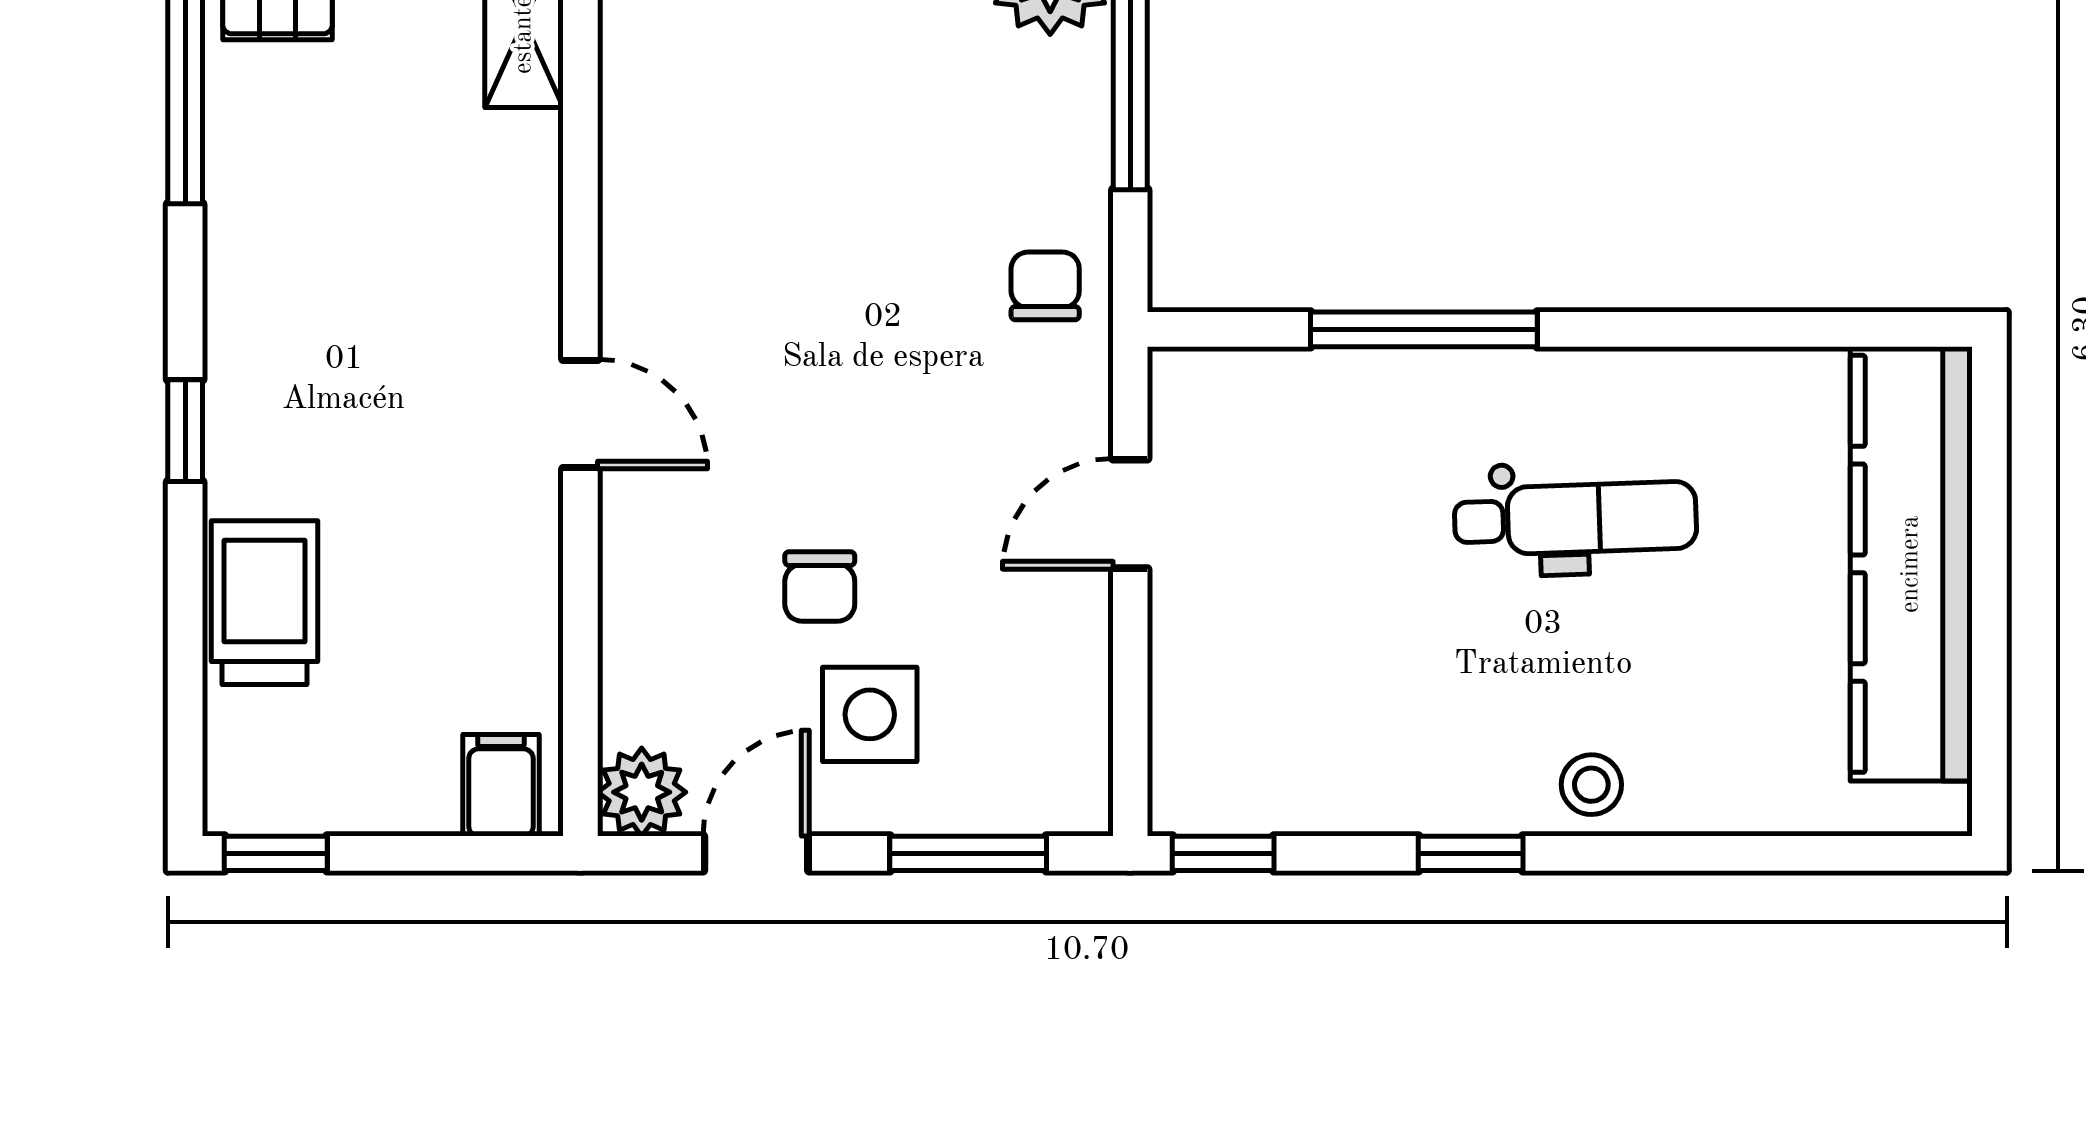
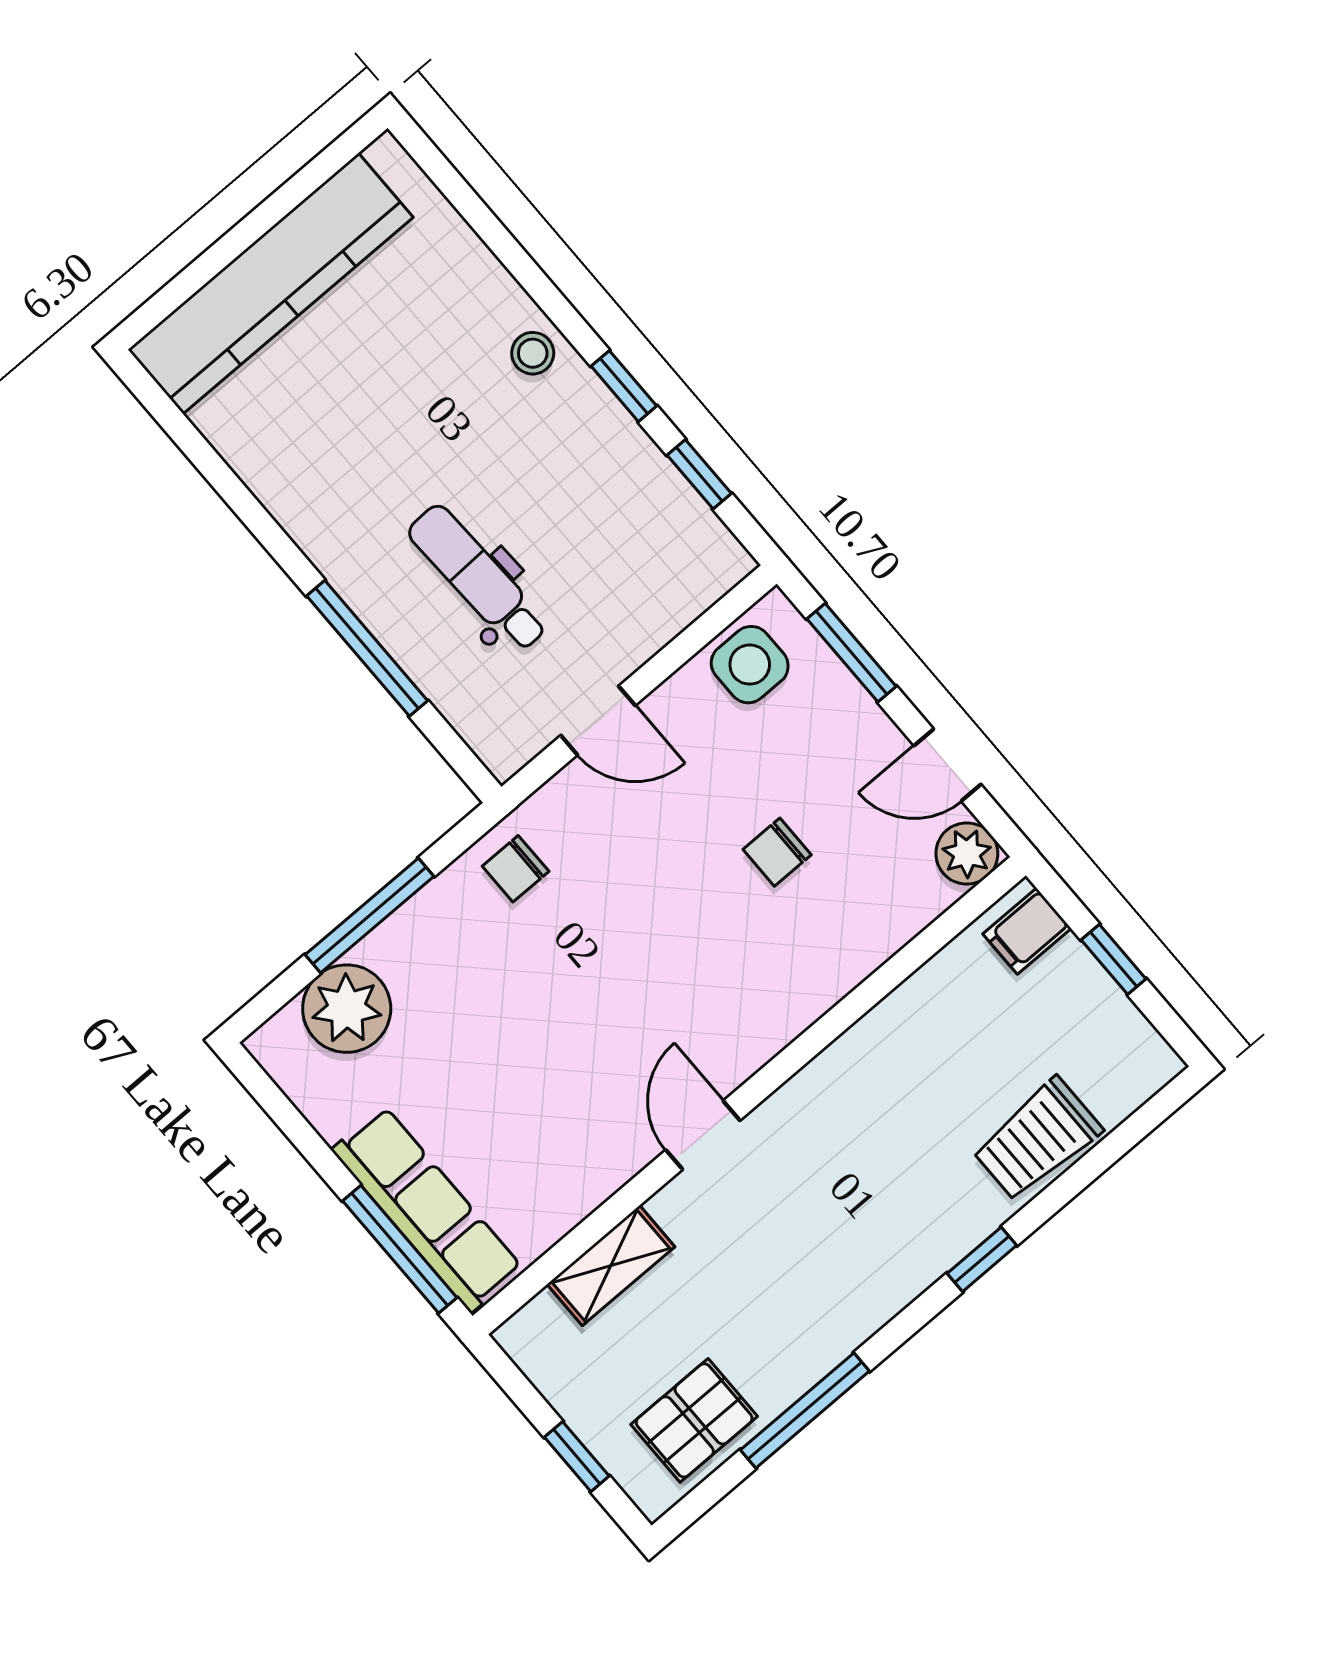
door: (580, 414) -> (703, 1135), moved
dental chair: (1575, 519) -> (478, 578), moved
chair: (820, 586) -> (777, 852), turned 180
side table: (870, 714) -> (750, 665), moved
window: (276, 853) -> (1114, 959), moved
window: (1223, 853) -> (699, 474), moved

